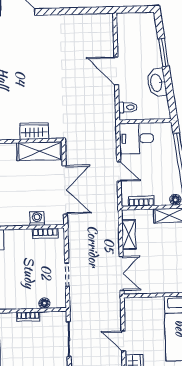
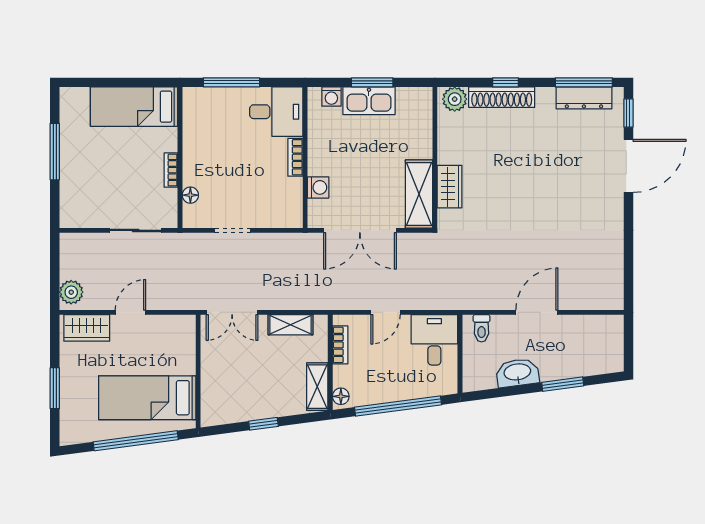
bookcase: (45, 233) -> (295, 157), moved

